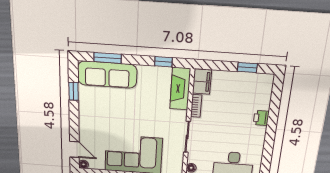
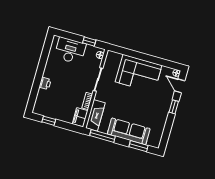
window: (163, 62) -> (103, 136), width x2.17
sofa: (107, 75) -> (129, 131), moved
window: (74, 91) -> (174, 107), moved

